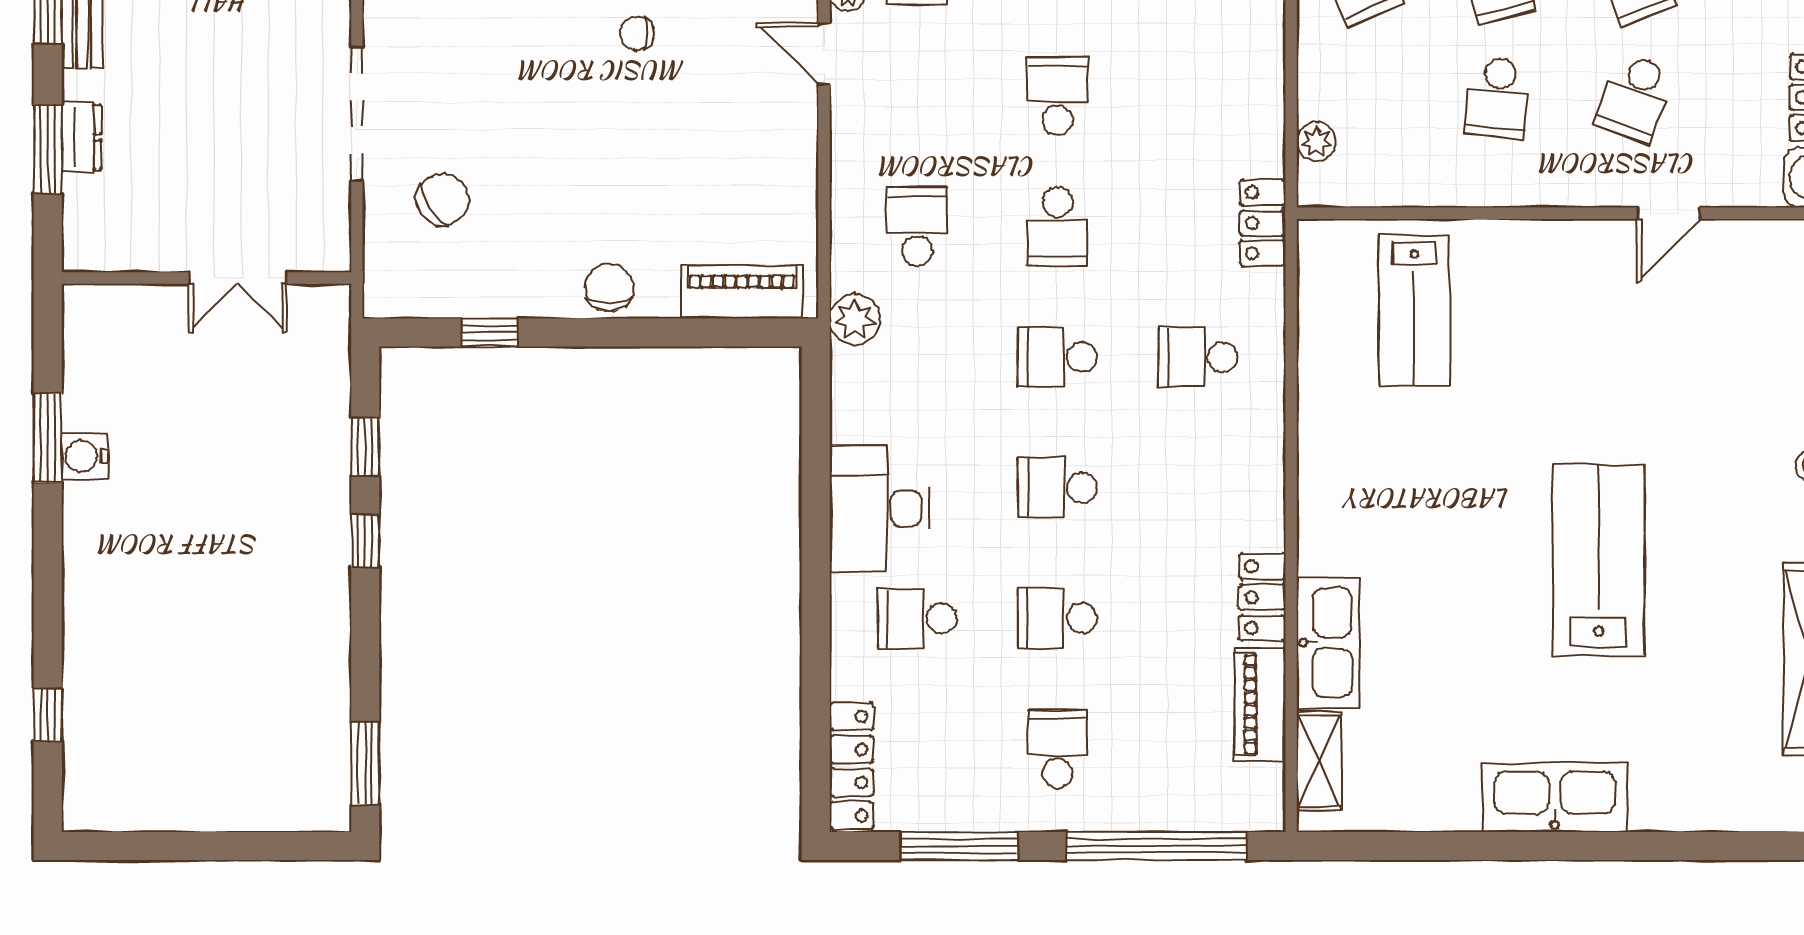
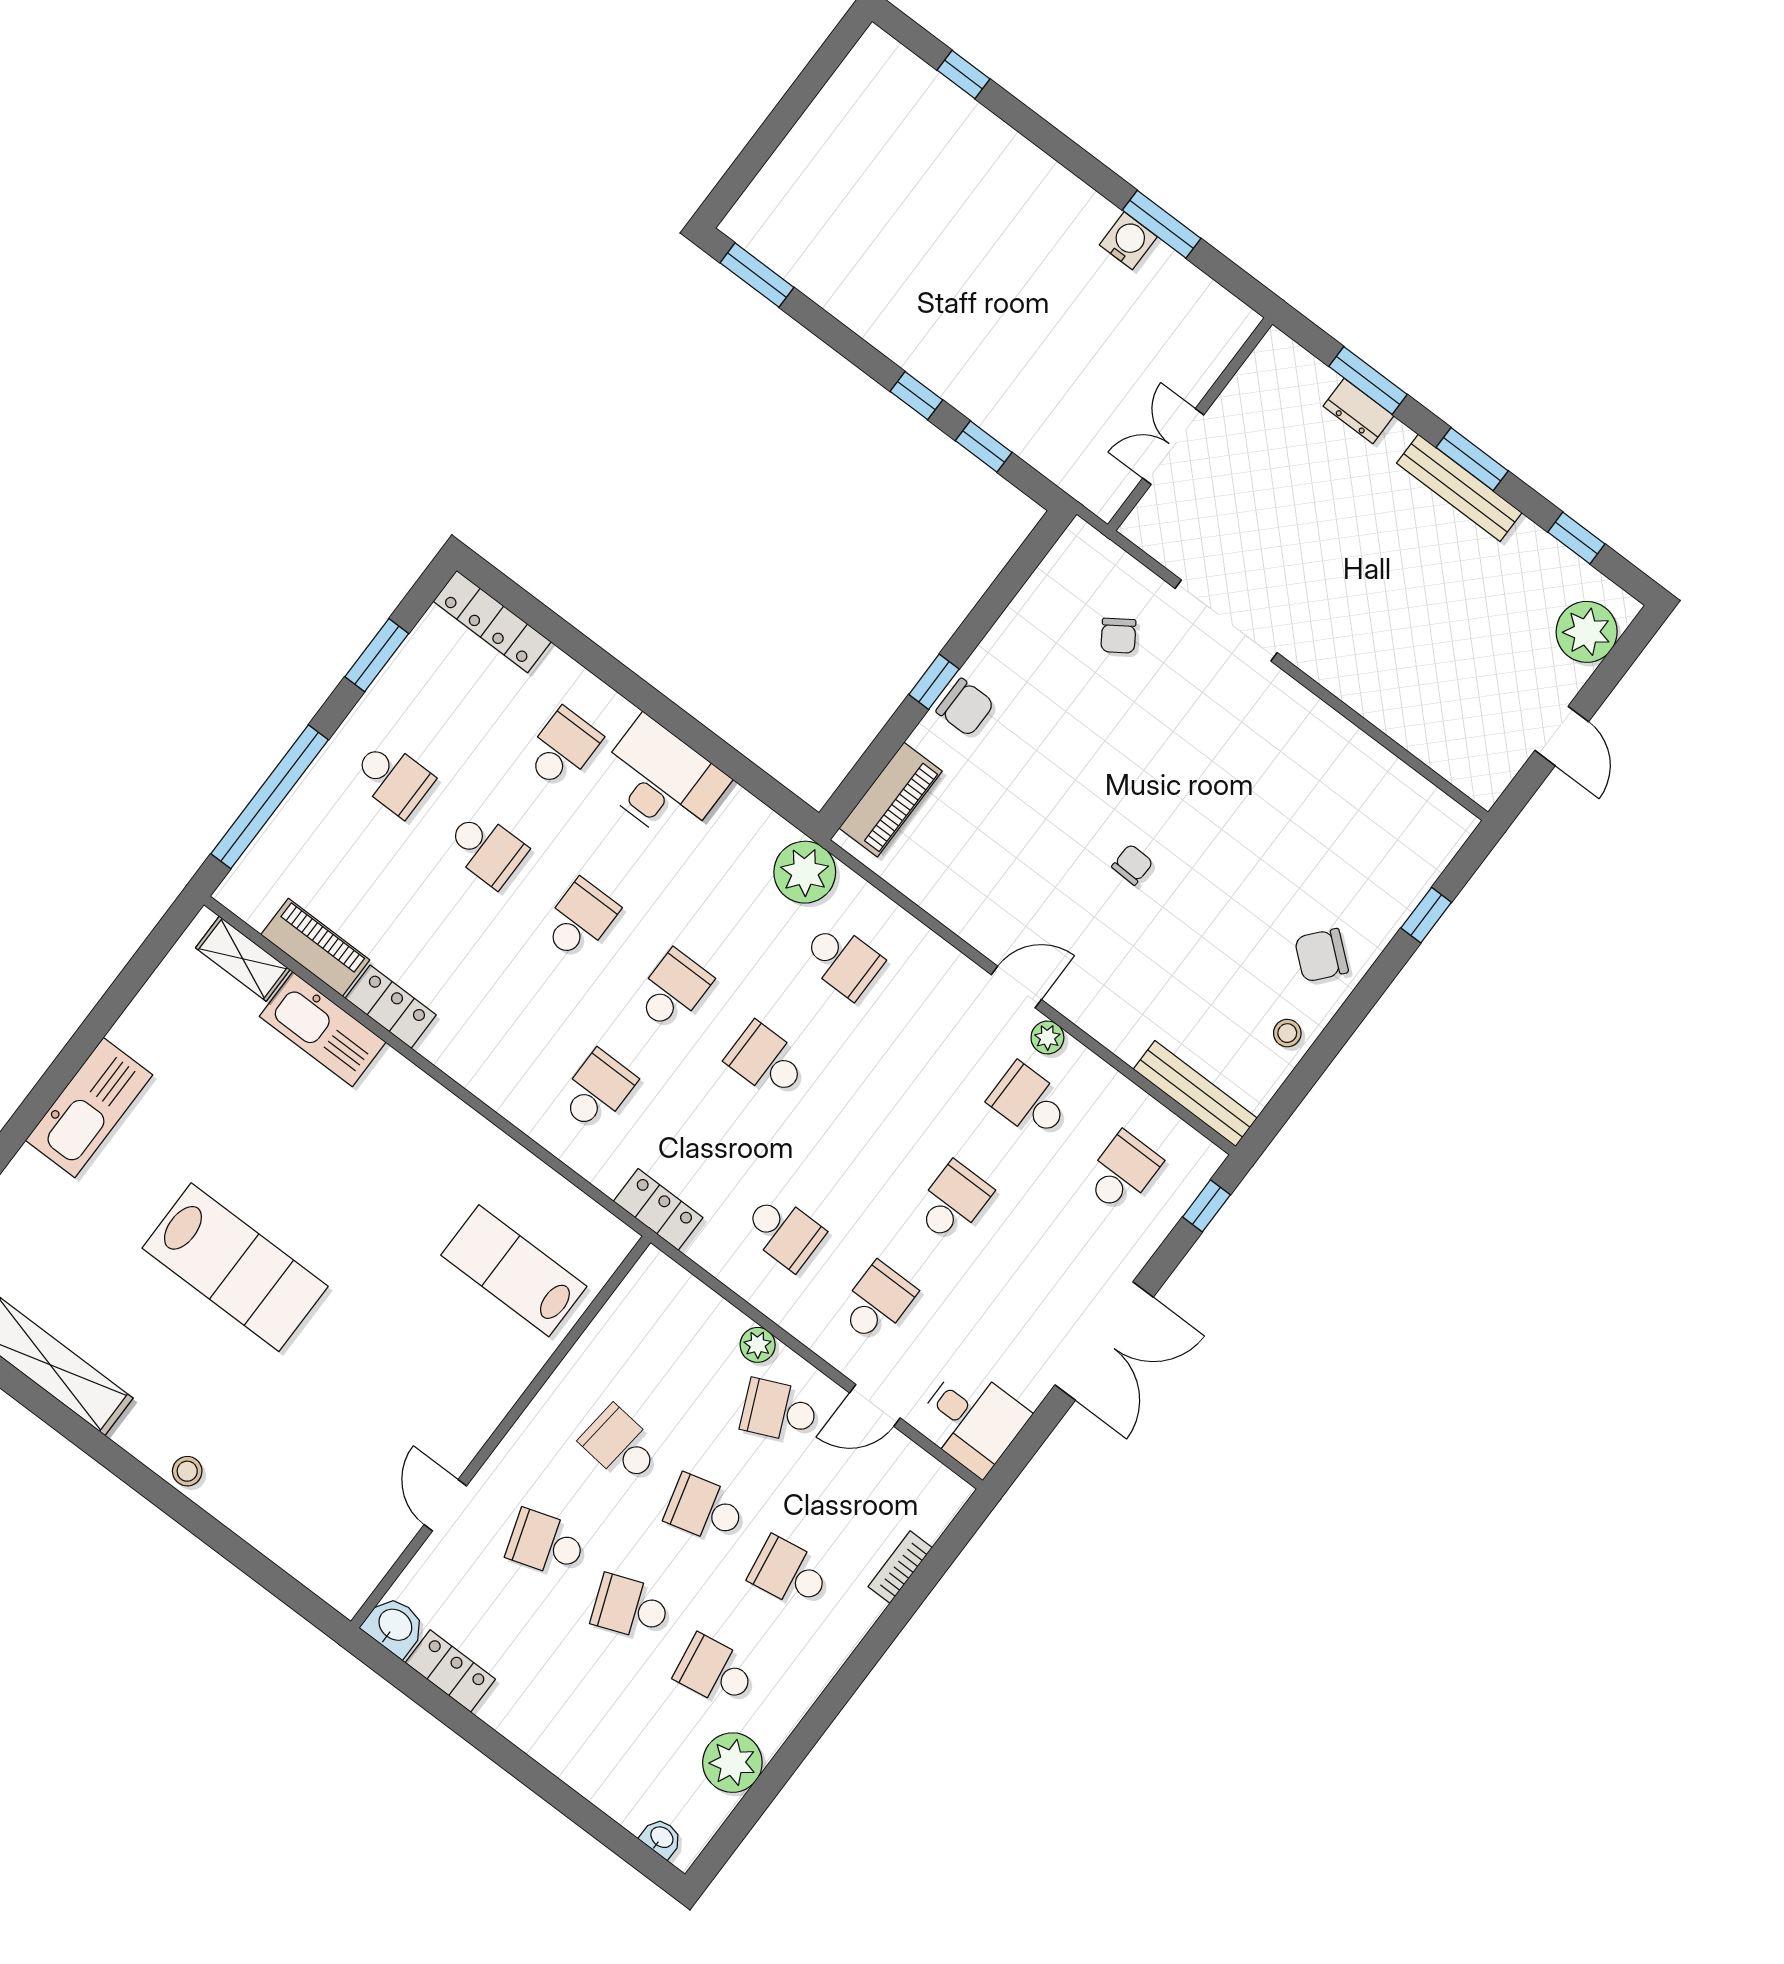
school desk: (1058, 96) -> (784, 1232), moved
school desk: (1635, 98) -> (546, 1543), turned -39
plant: (1316, 142) -> (758, 1345), moved
chair: (443, 200) -> (1118, 636), width x0.73, depth x0.73
plant: (855, 319) -> (805, 872), width x1.36, depth x1.36
window: (490, 333) -> (934, 682), moved
school desk: (1058, 618) -> (486, 849), turned 90
window: (959, 846) -> (377, 655), width x0.69

